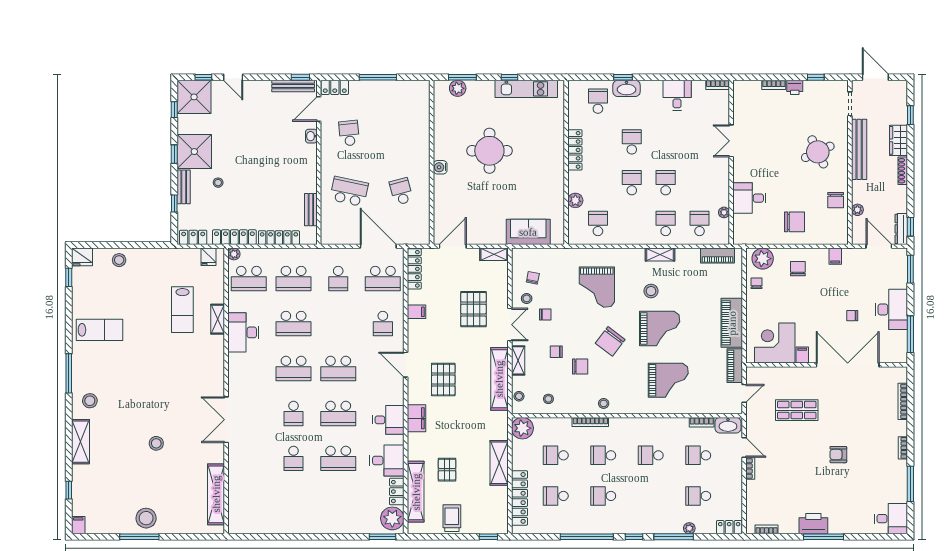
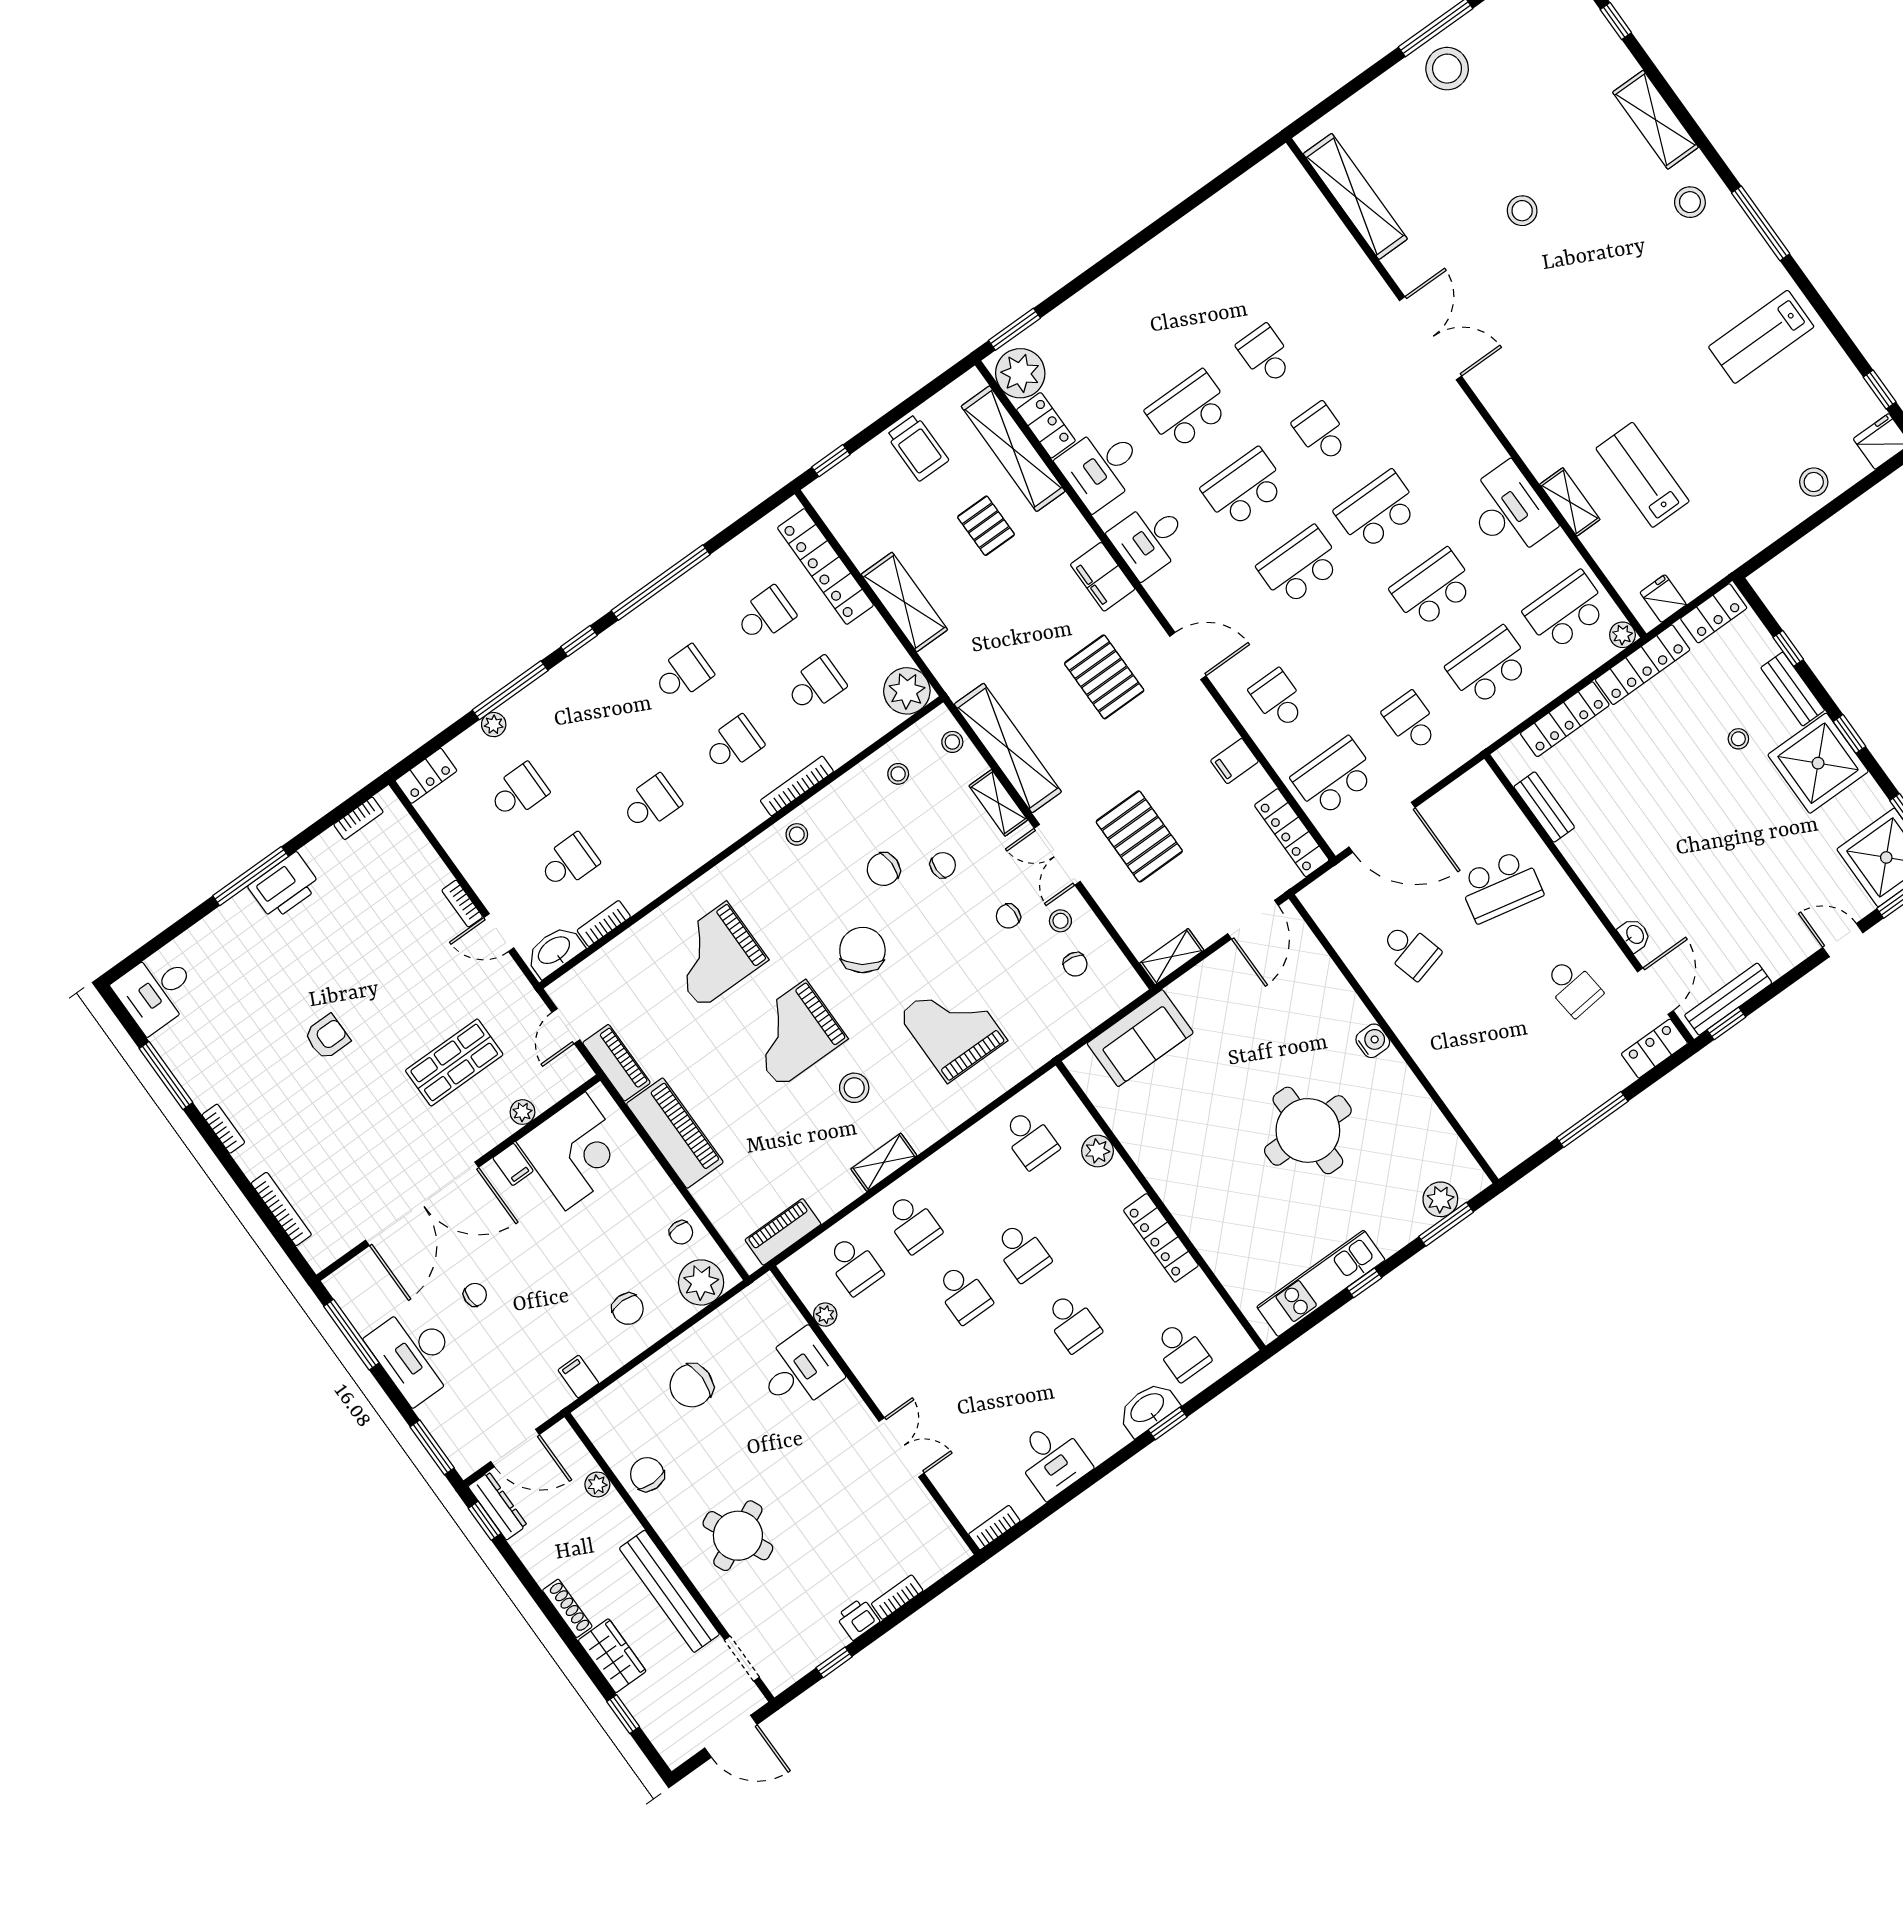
plant: (784, 372) -> (522, 1112), added

